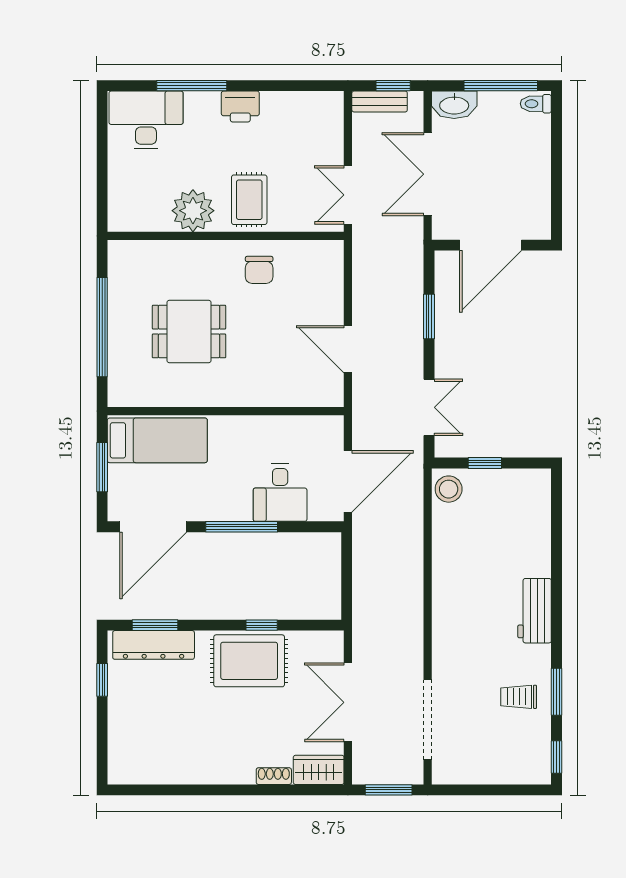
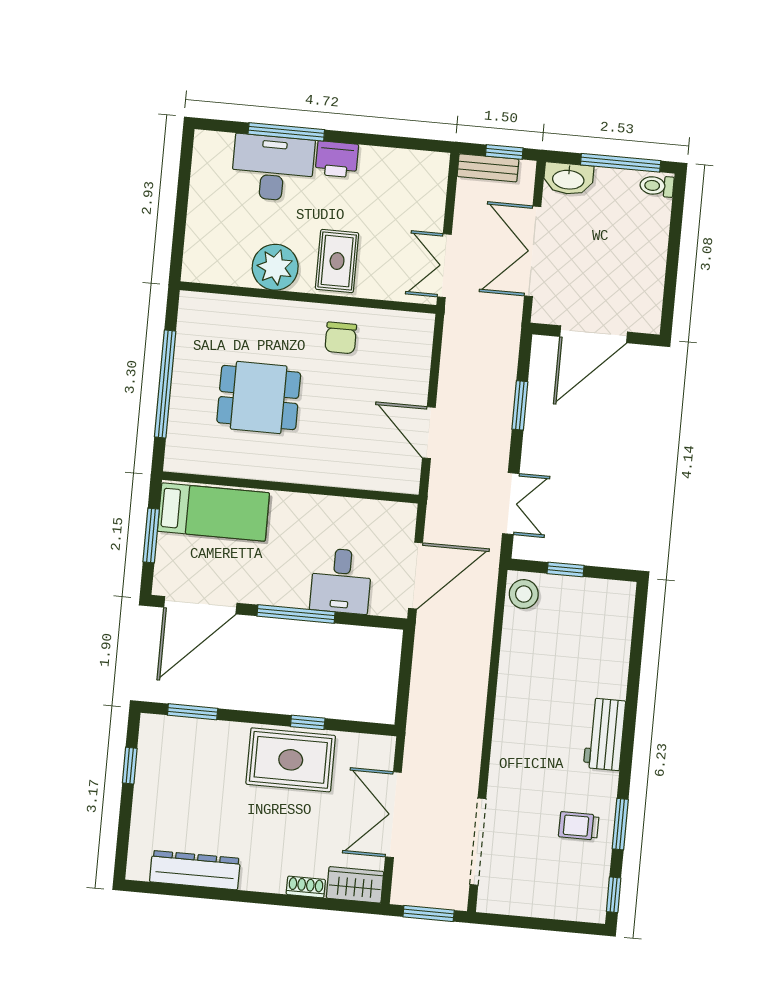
desk: (146, 120) -> (273, 168), moved
dresser: (154, 645) -> (195, 870), moved, turned 180

